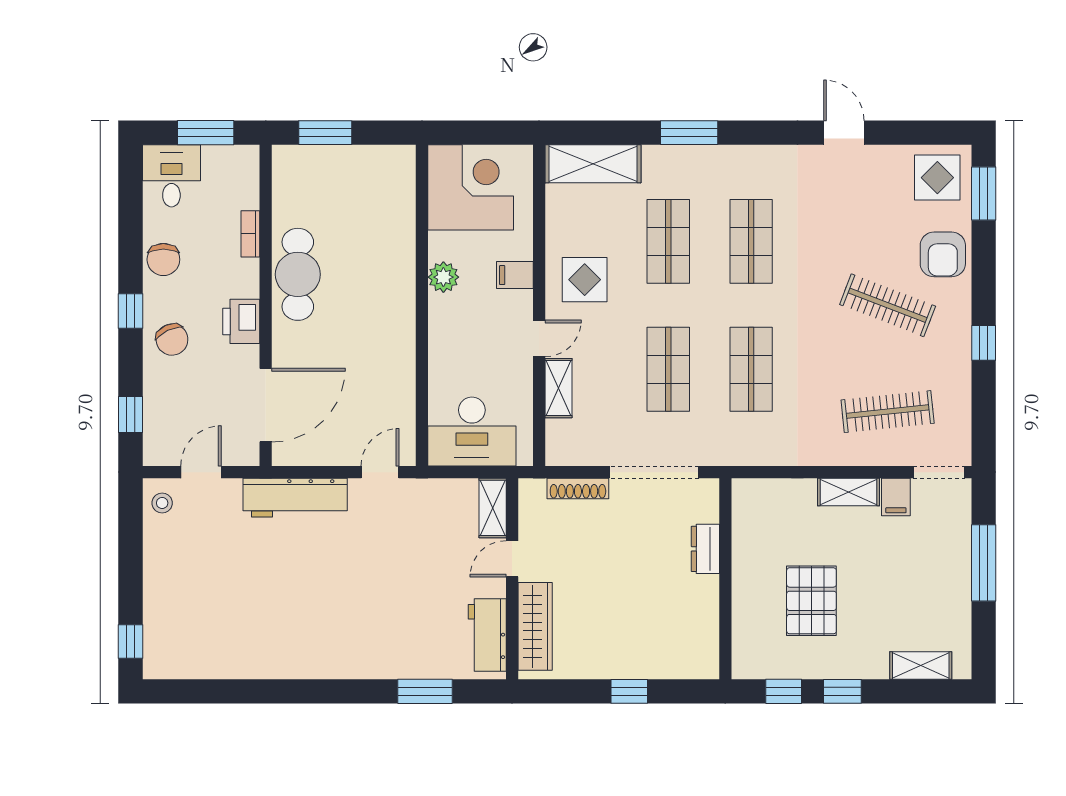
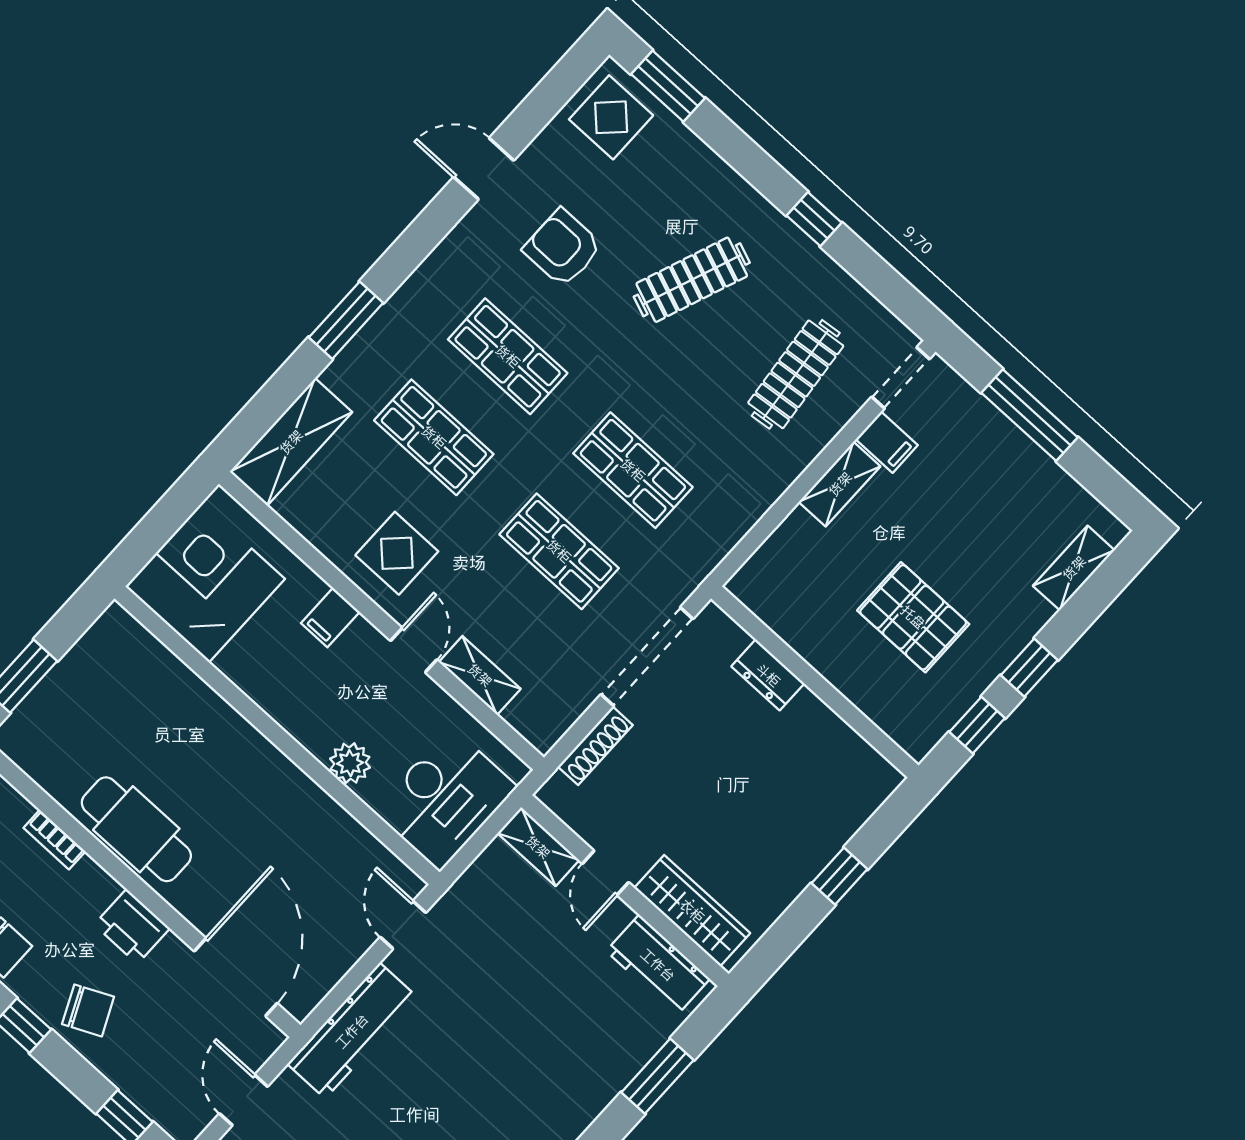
armchair: (943, 254) -> (563, 248), moved, turned 180
plant: (443, 277) -> (350, 763), moved

